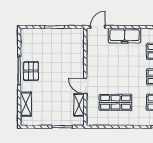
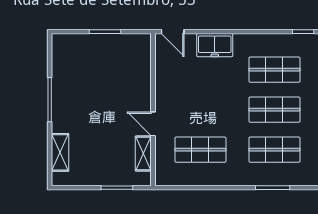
door: (98, 27) -> (173, 32), swing flipped
freezer: (125, 36) -> (215, 45), width x0.71
pallet: (31, 71) -> (68, 100), removed

